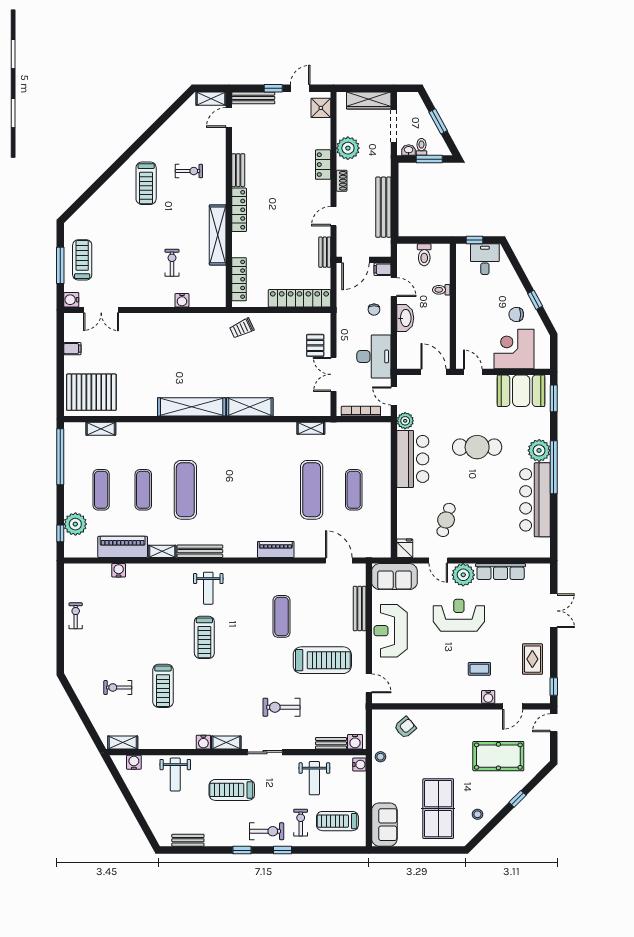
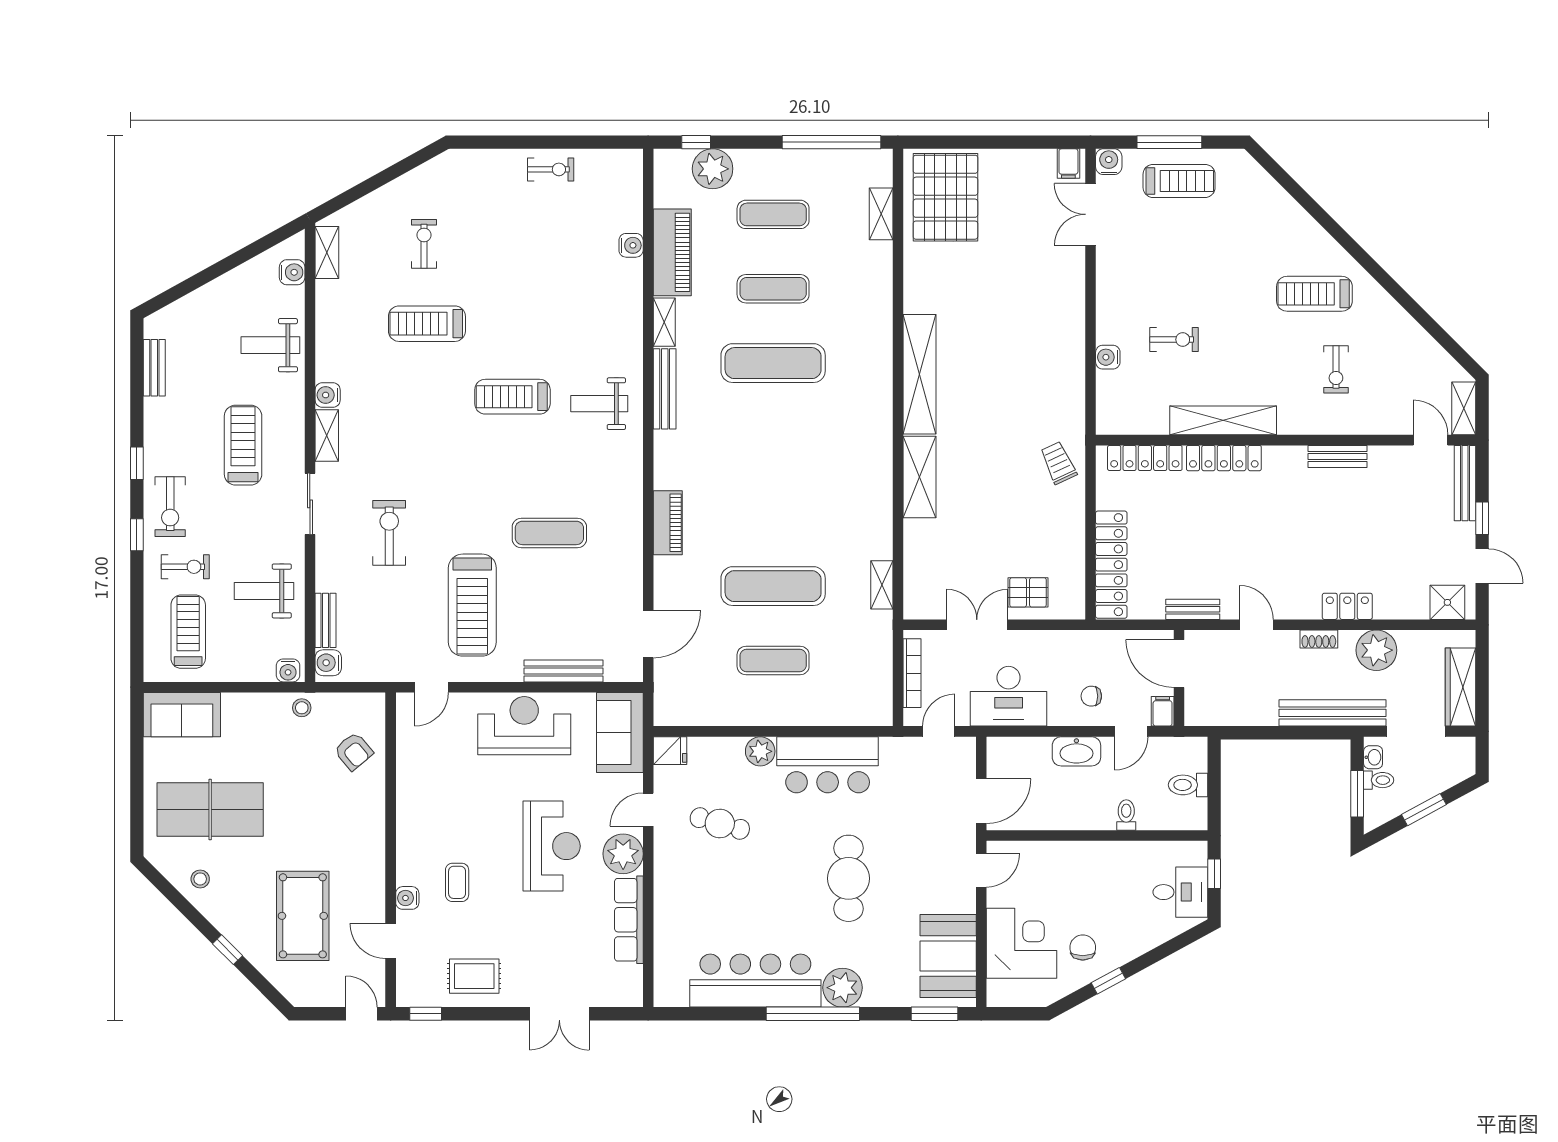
bench: (383, 207) -> (1333, 713), moved
locker: (239, 210) -> (1224, 458), moved
filing cabinet: (72, 349) -> (1068, 164), moved
plant: (405, 421) -> (760, 751), moved

